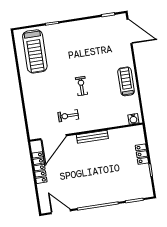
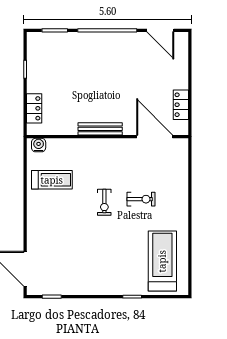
treadmill: (126, 81) -> (52, 180), moved, turned -90
exercise bike: (68, 116) -> (141, 199), moved
door: (53, 137) -> (155, 137), hinge flipped
locker: (142, 154) -> (34, 108), moved
locker: (39, 168) -> (181, 105), width x0.66

